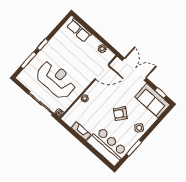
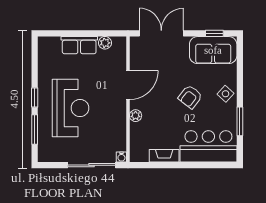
row of seats: (79, 30) -> (79, 45), moved
door: (102, 72) -> (128, 85), moved
reception desk: (56, 80) -> (71, 108), moved, turned 90

